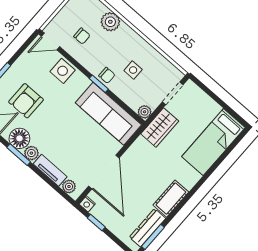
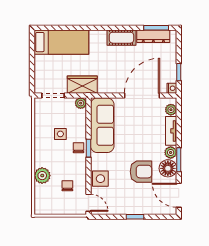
armchair: (26, 101) -> (141, 172), moved

